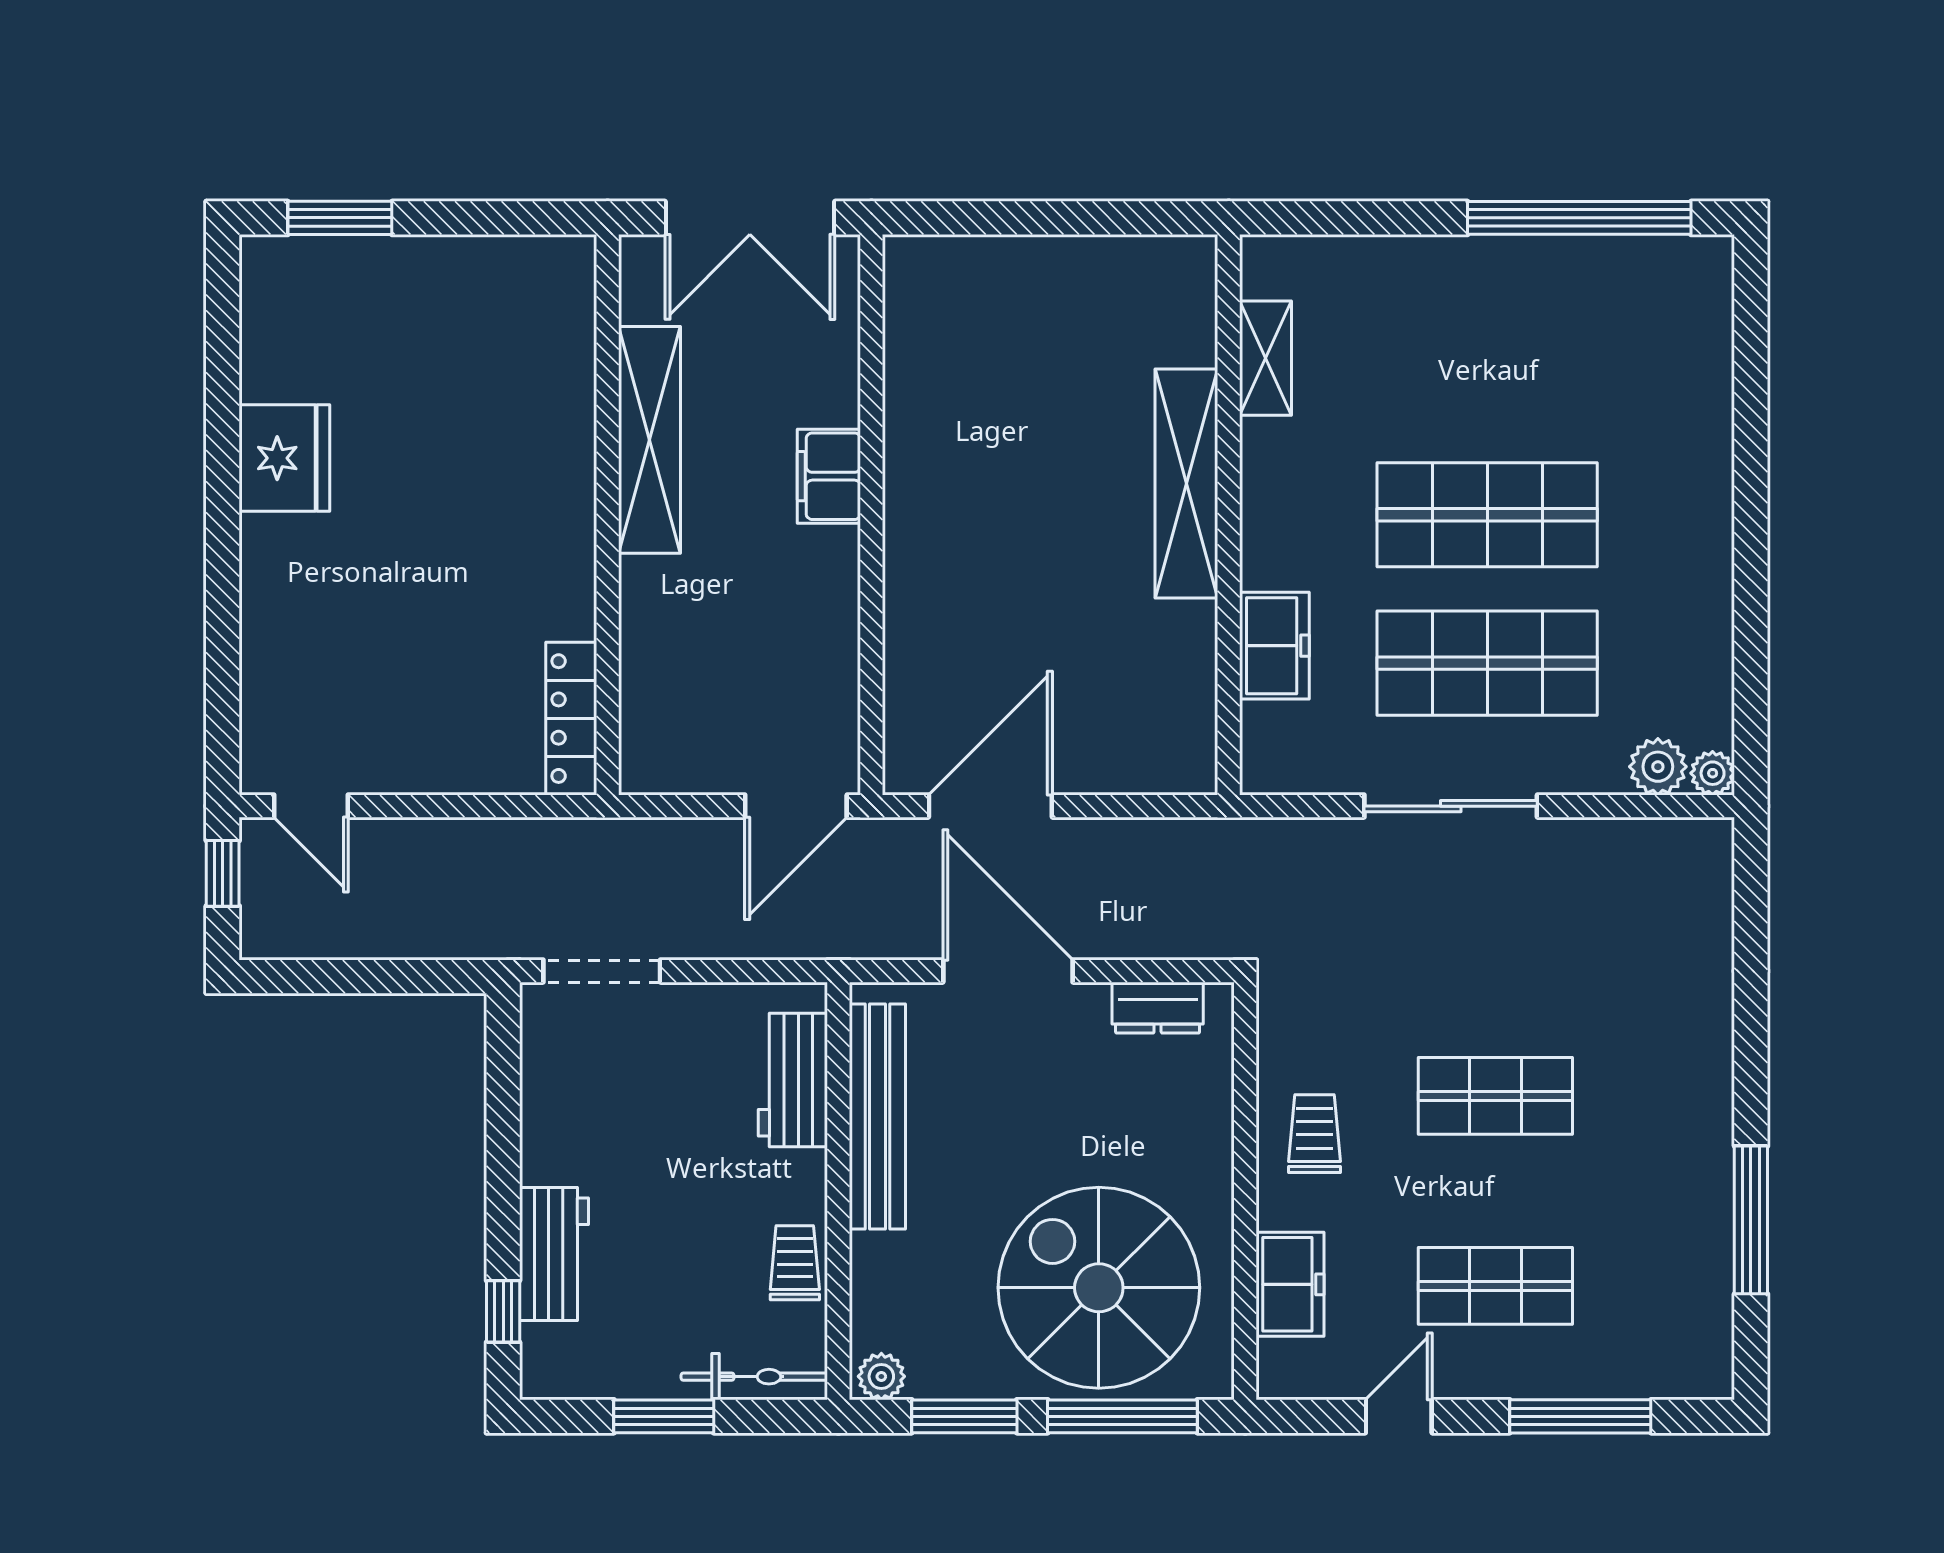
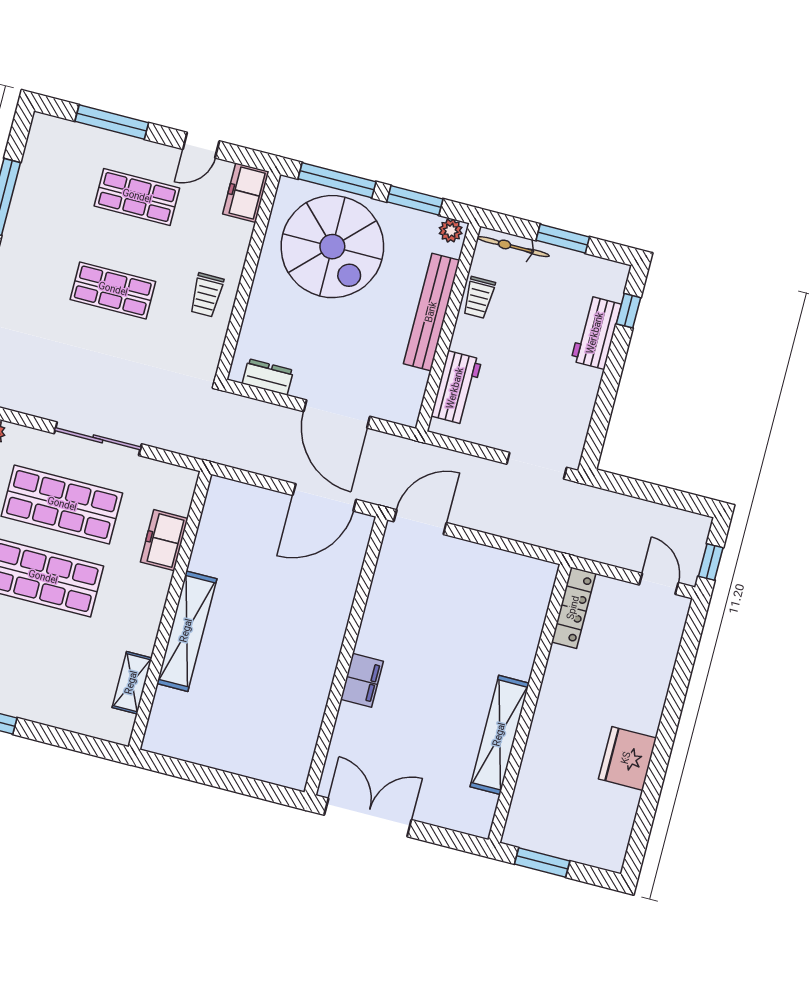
window: (340, 218) -> (542, 863), moved
shelving: (649, 440) -> (500, 735), moved
wall: (608, 515) -> (530, 703), moved
locker: (571, 719) -> (574, 608), moved
bench: (877, 1116) -> (432, 312), moved
freezer: (1290, 1284) -> (246, 193), moved

